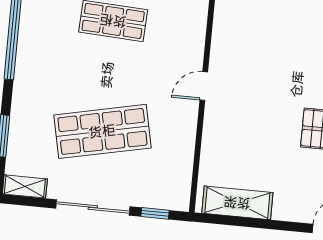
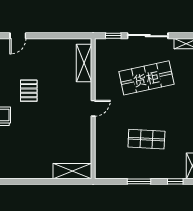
shelving: (237, 203) -> (84, 63), moved, turned 90

